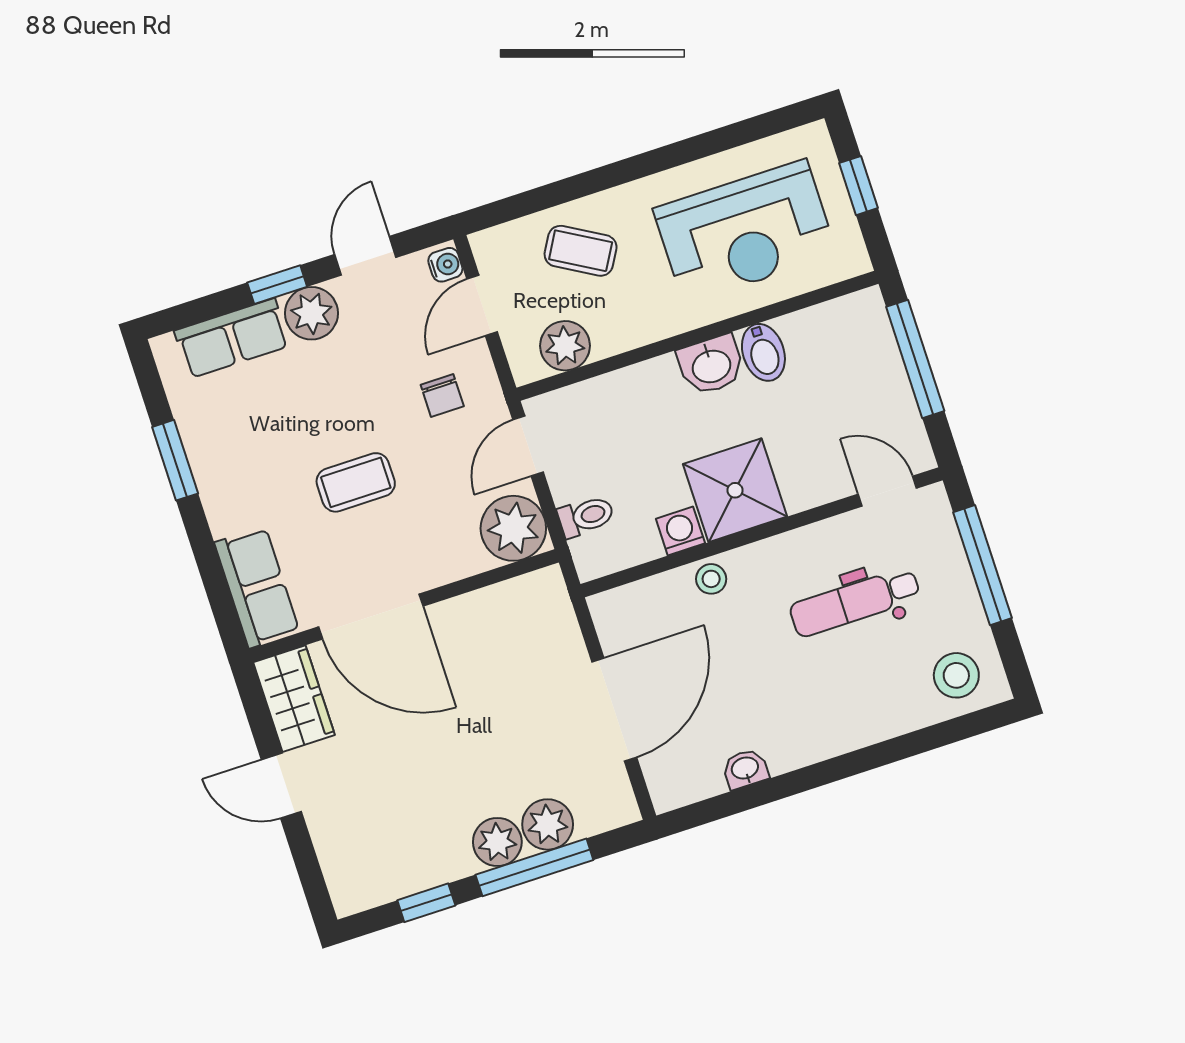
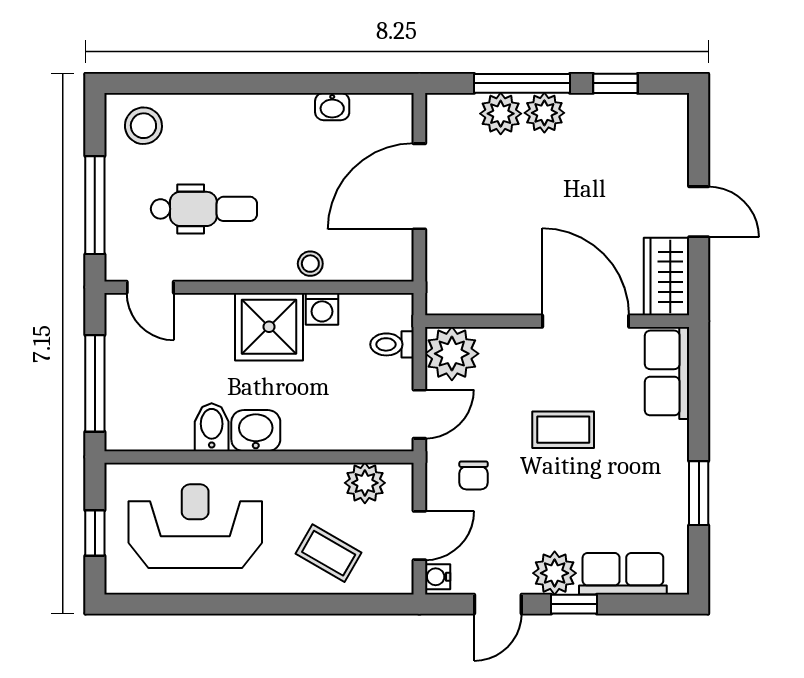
chair: (442, 396) -> (474, 475), turned 180

